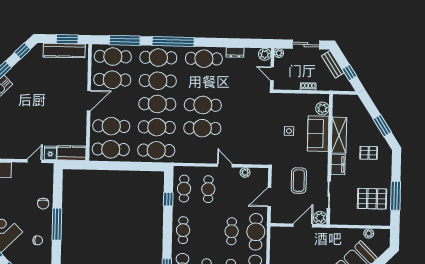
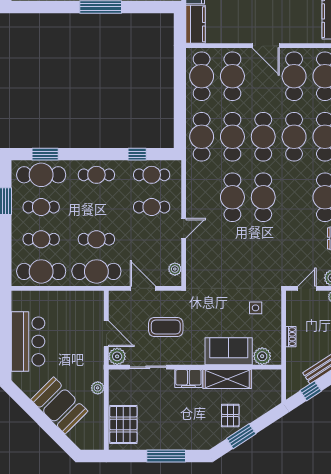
side table: (289, 131) -> (256, 308), moved
pallet: (369, 153) -> (230, 416), moved
plant: (245, 172) -> (175, 269), moved
window: (396, 196) -> (166, 456), moved
pallet: (372, 199) -> (123, 424), moved
plant: (369, 233) -> (98, 388), moved

